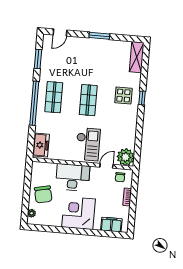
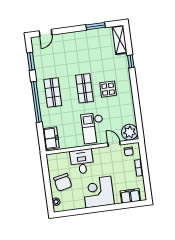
window: (99, 36) -> (95, 26), moved
display table: (123, 96) -> (108, 89), moved
window: (142, 98) -> (131, 61), moved
checkout: (88, 144) -> (93, 128), turned 180
door: (106, 166) -> (114, 144), hinge flipped
desk: (73, 177) -> (82, 162), width x0.73

